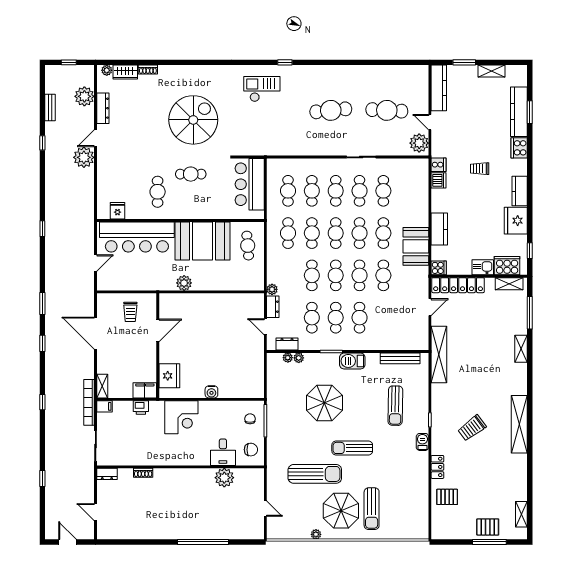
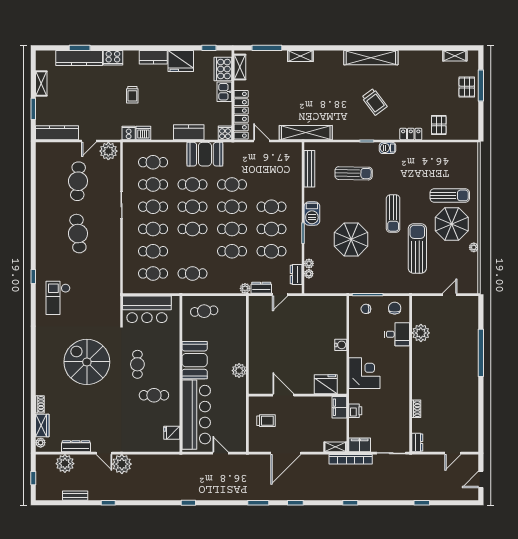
cafe table: (312, 233) -> (153, 162), moved
booth: (202, 241) -> (195, 360), width x0.73, depth x0.70
filing cabinet: (104, 406) -> (360, 445), width x2.00

